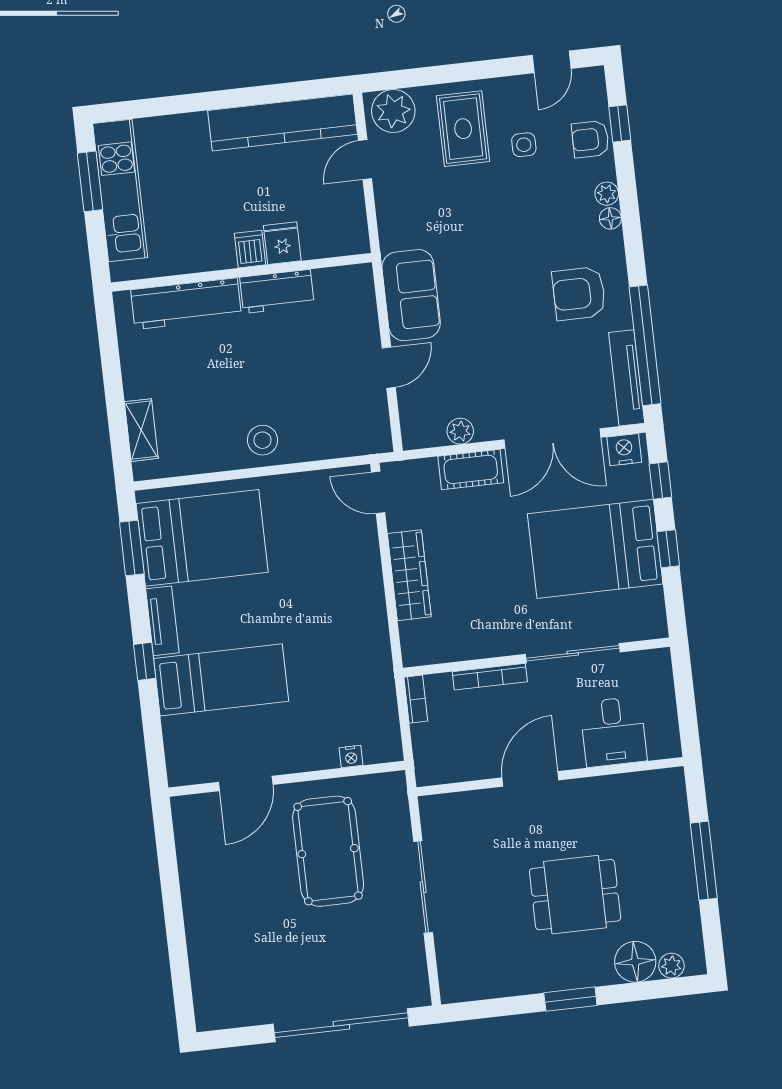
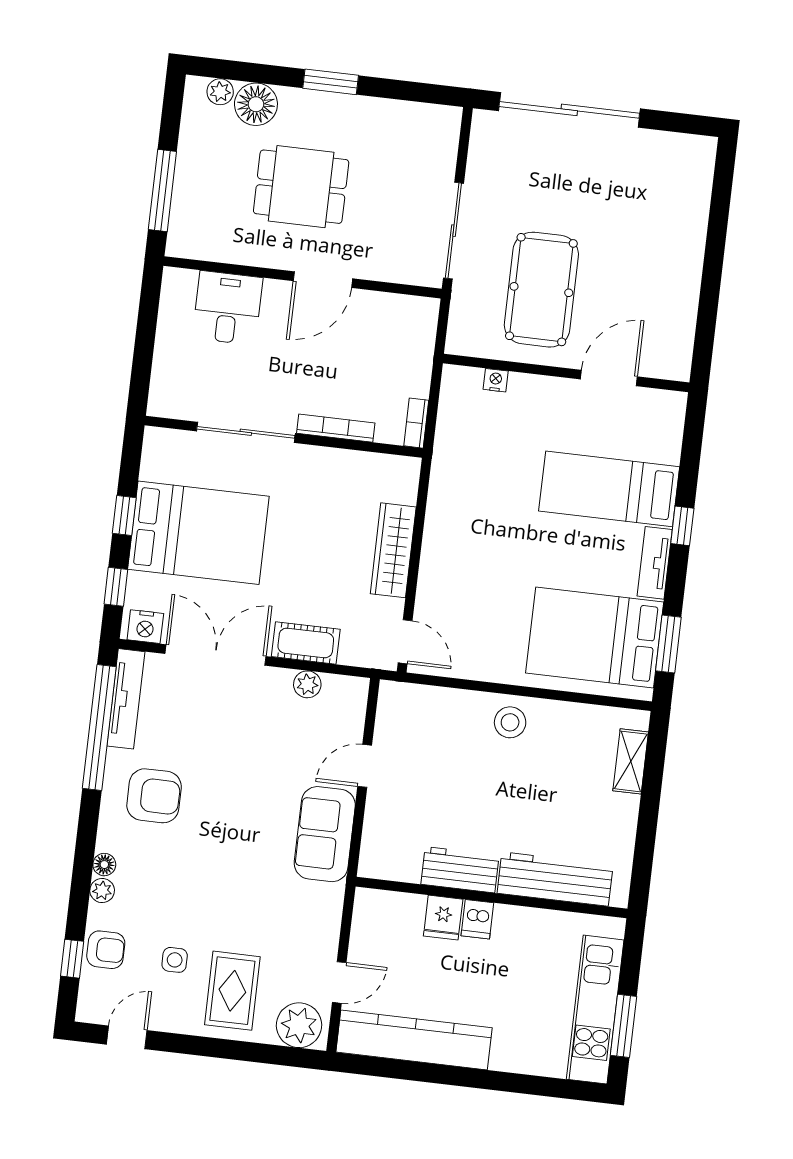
desk: (613, 732) -> (228, 308), moved
wall: (550, 777) -> (303, 277), moved
door: (530, 779) -> (323, 280), moved

